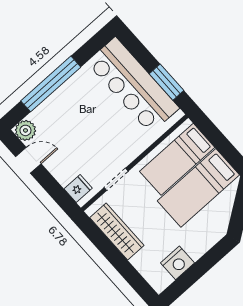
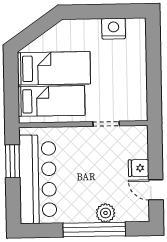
plant: (25, 130) -> (106, 213), moved
fridge: (78, 188) -> (139, 168), moved
wardrobe: (117, 232) -> (137, 87), removed

